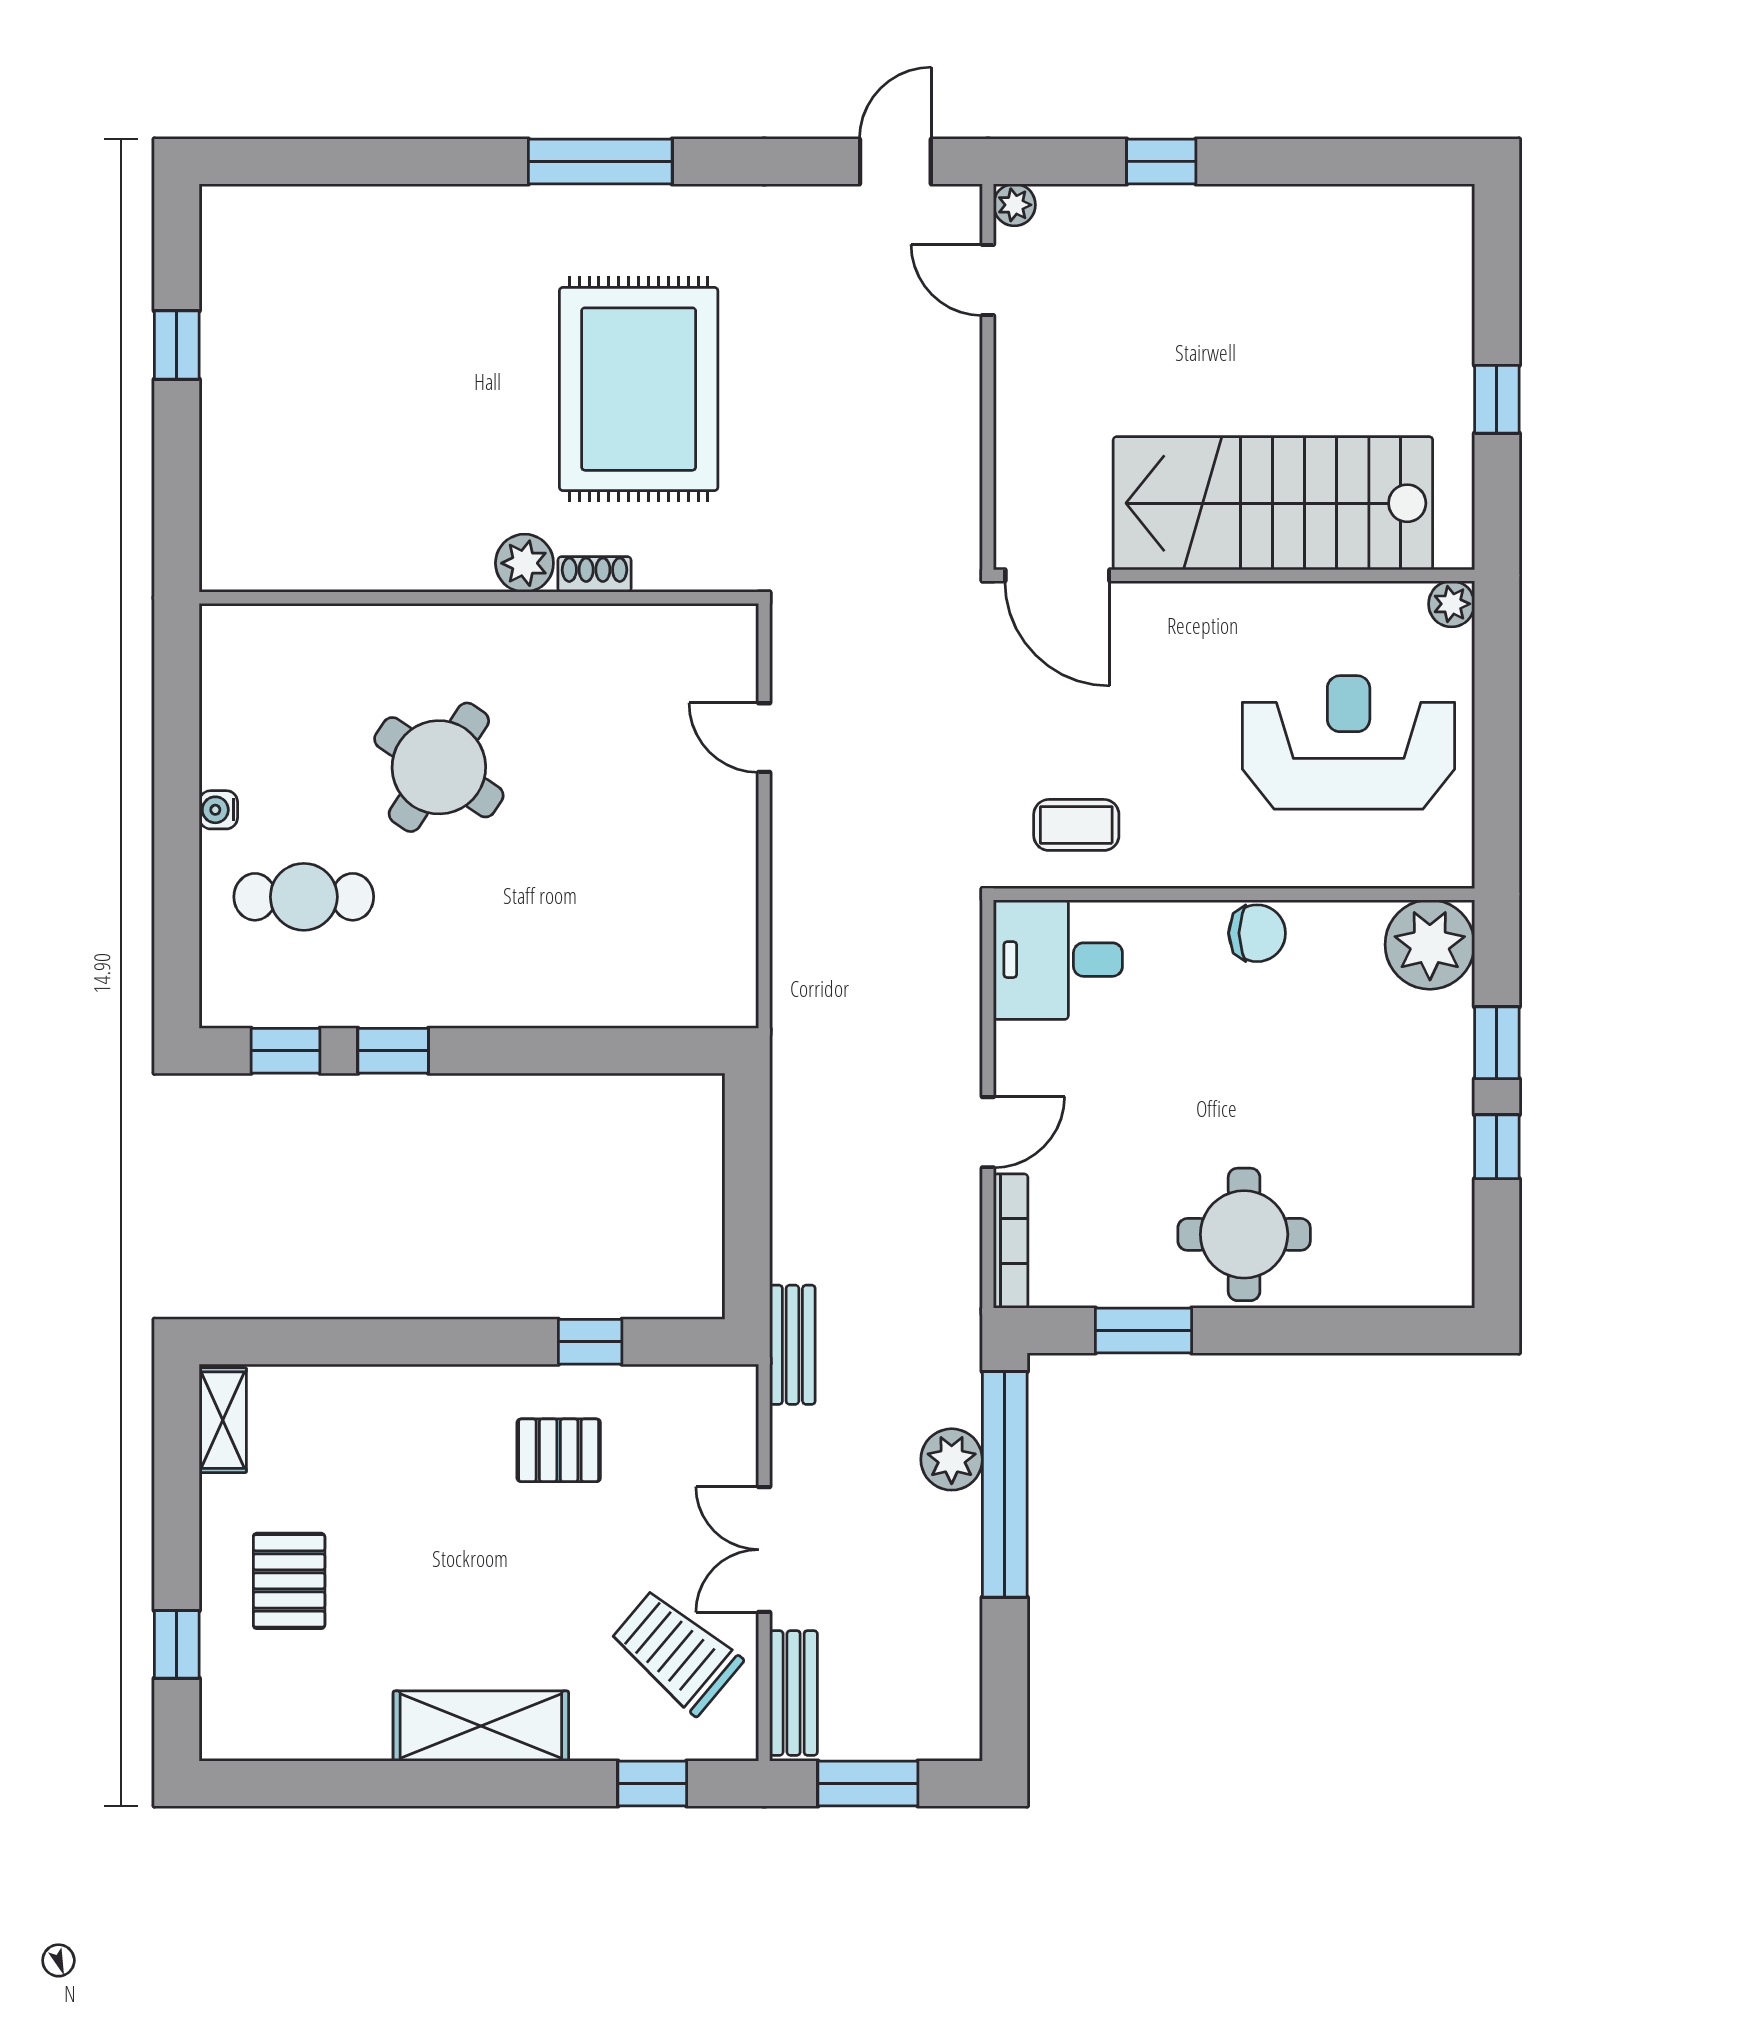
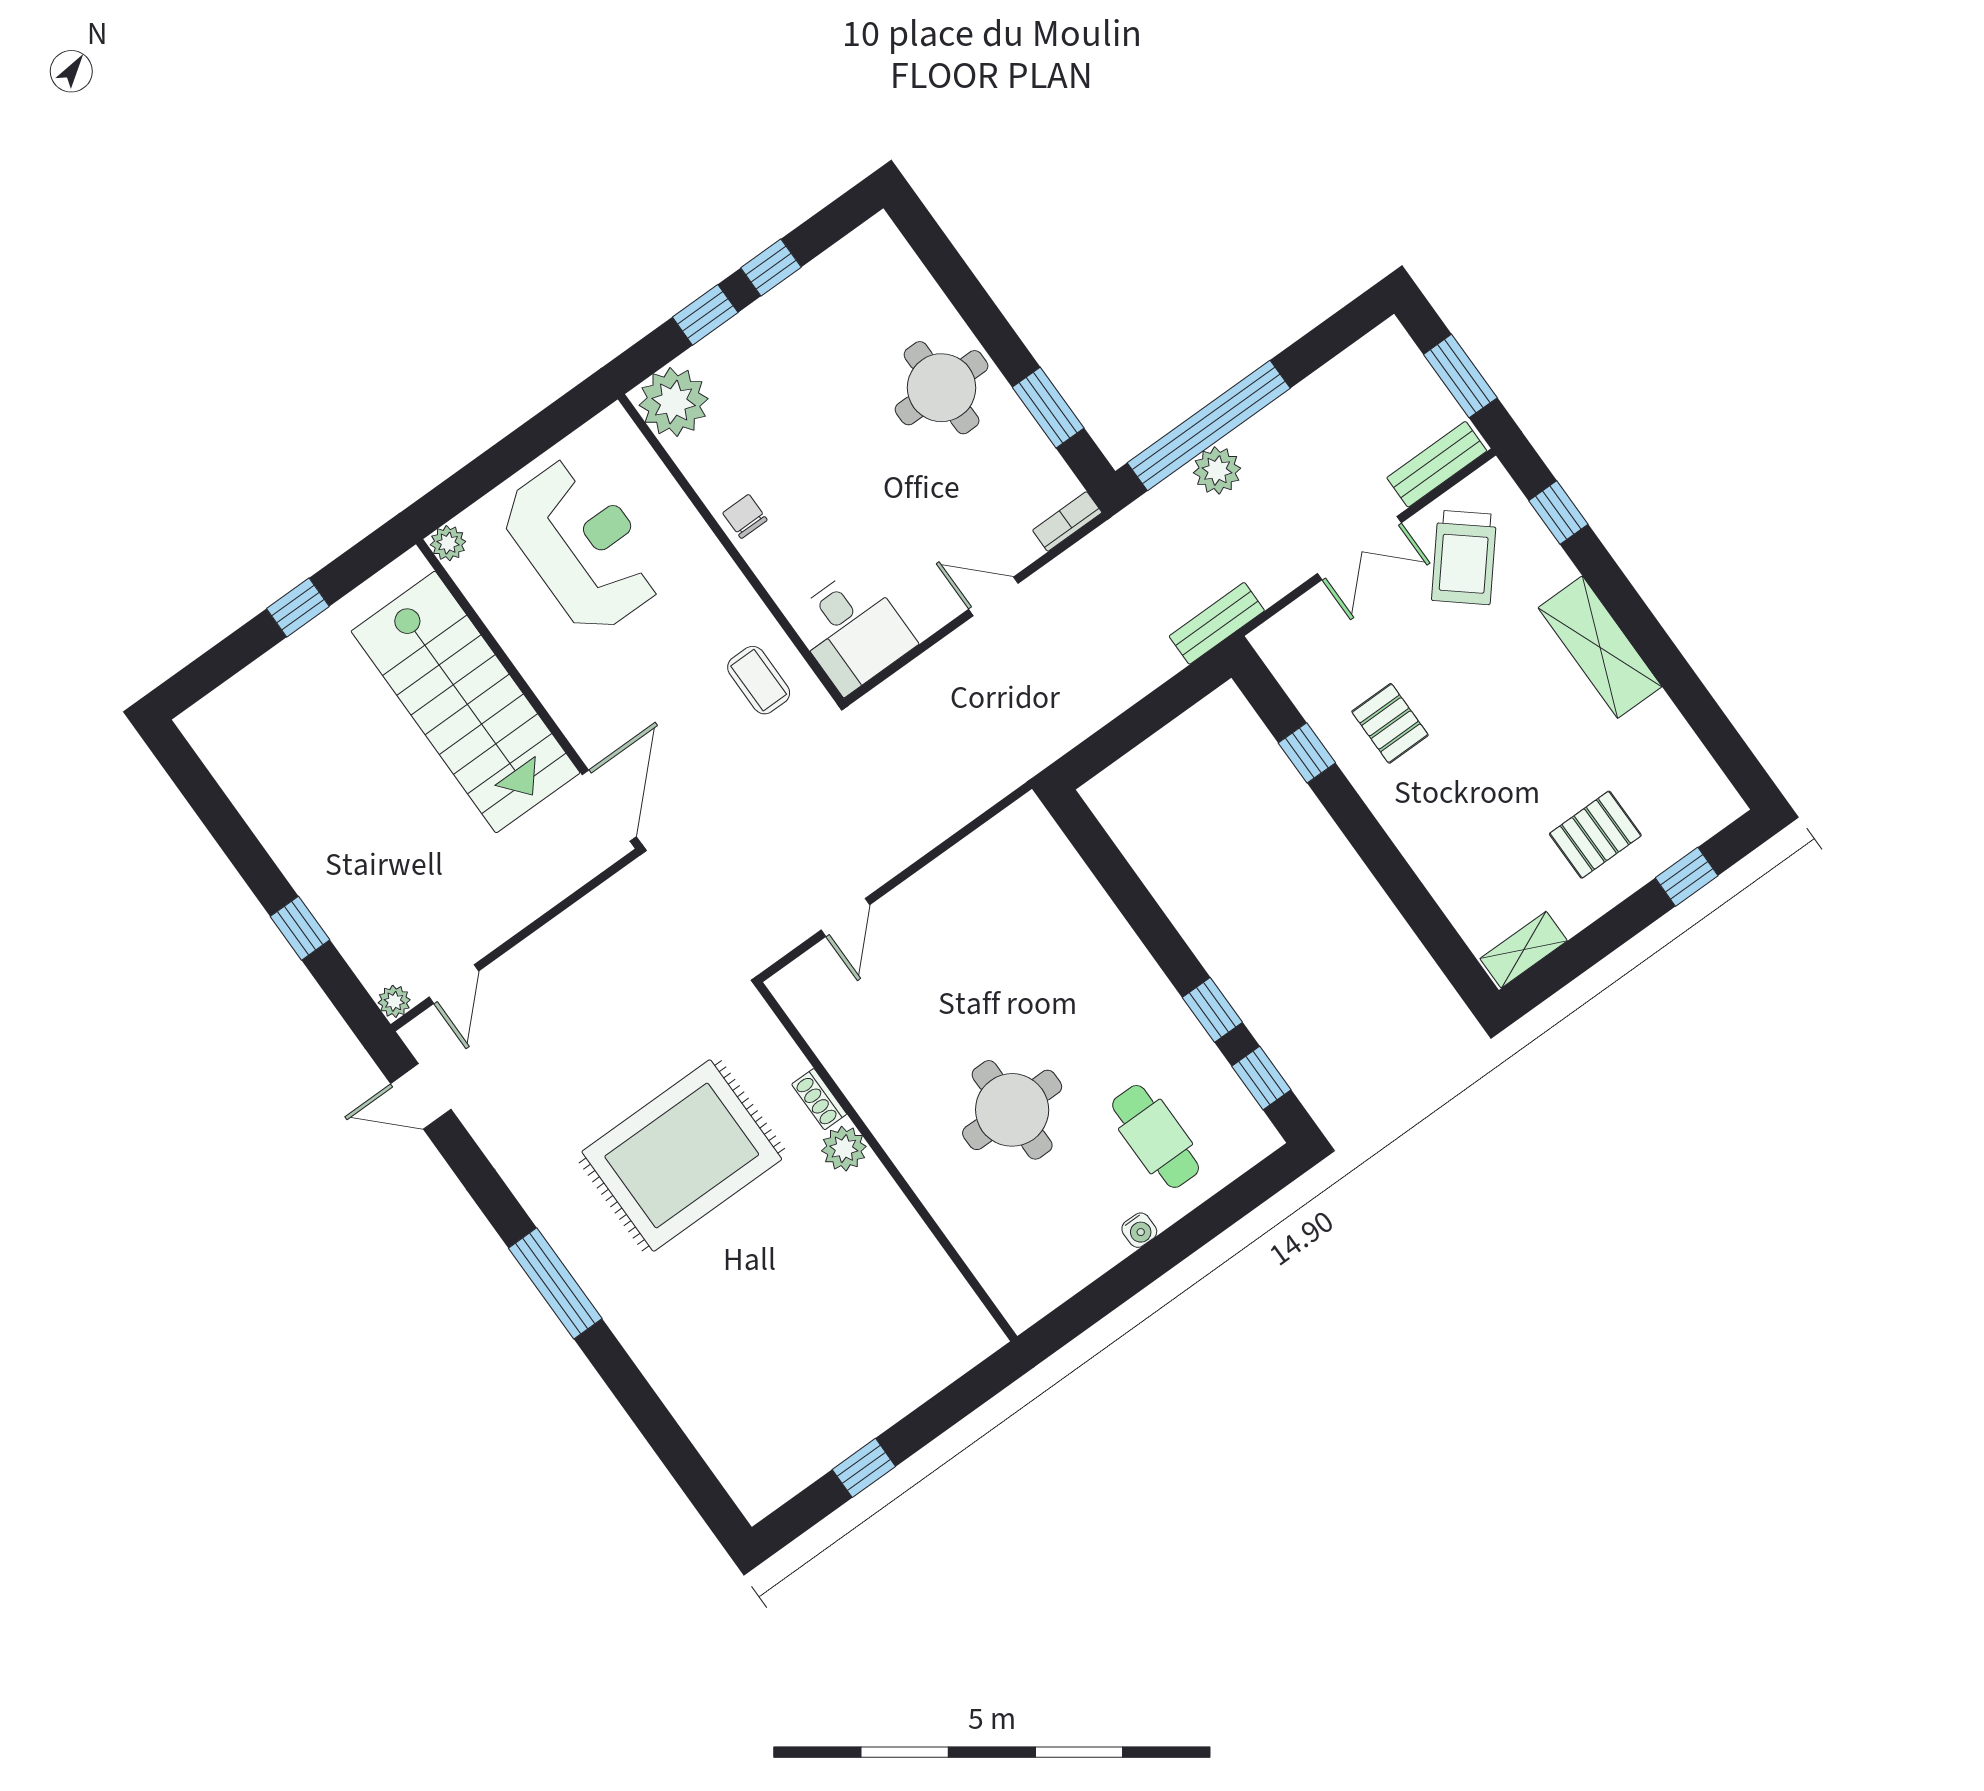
reception desk: (1349, 742) -> (583, 545), turned 180
round table: (439, 767) -> (1012, 1110), turned -34
chair: (1257, 933) -> (745, 516), width x0.73, depth x0.73
bookcase: (1011, 1241) -> (1067, 521), width x0.64

